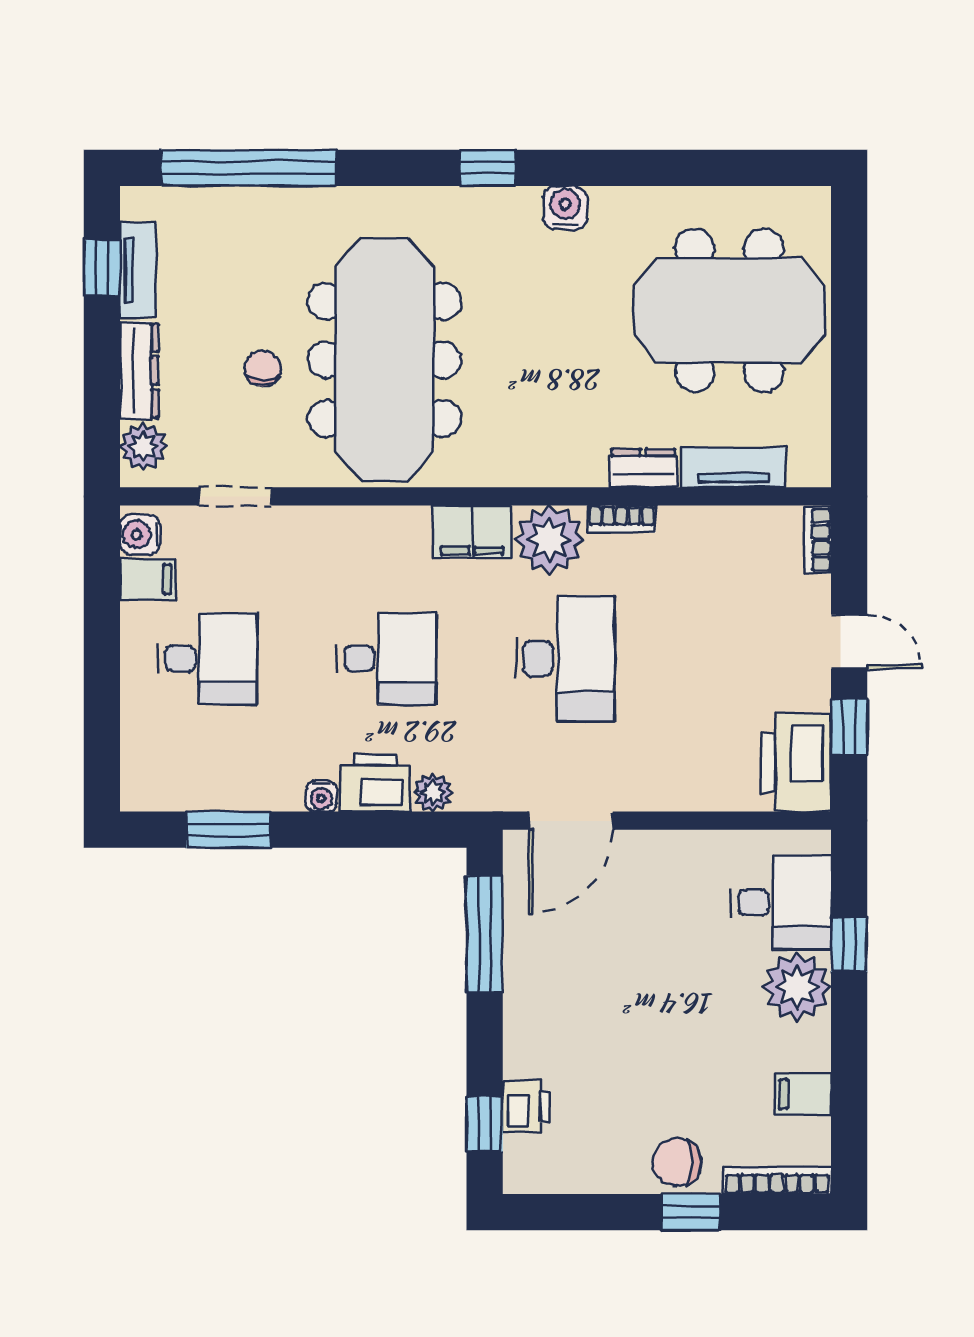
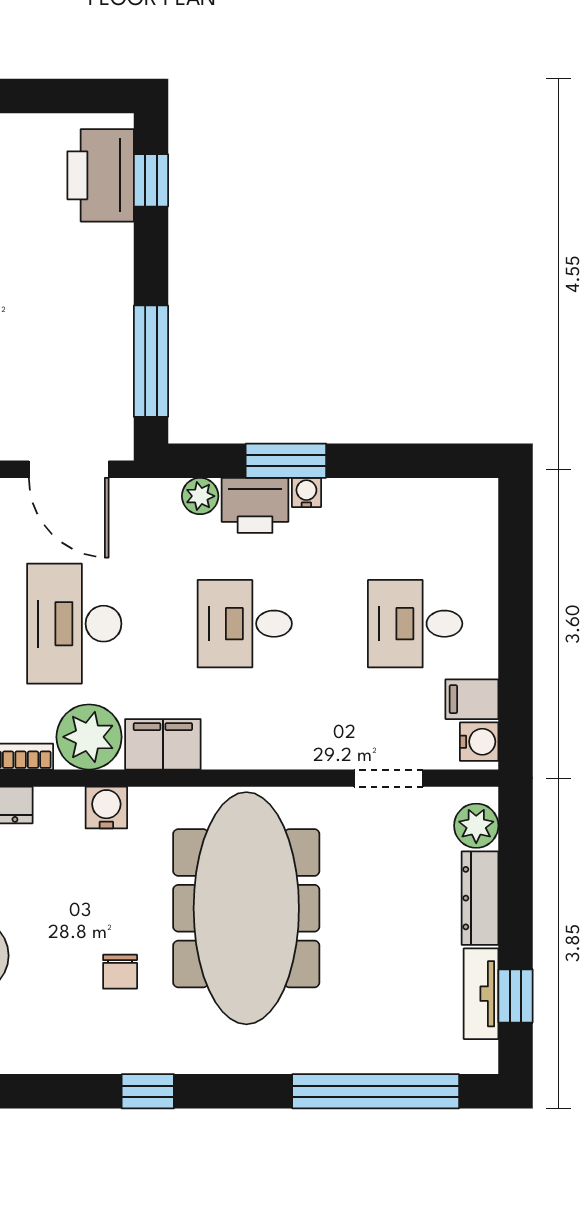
water cooler: (565, 208) -> (106, 808), moved, turned 180
chair: (262, 368) -> (120, 972), moved
door: (571, 821) -> (69, 469), swing flipped
window: (228, 830) -> (286, 461), moved
printer: (526, 1106) -> (101, 175), width x1.87, depth x1.48

